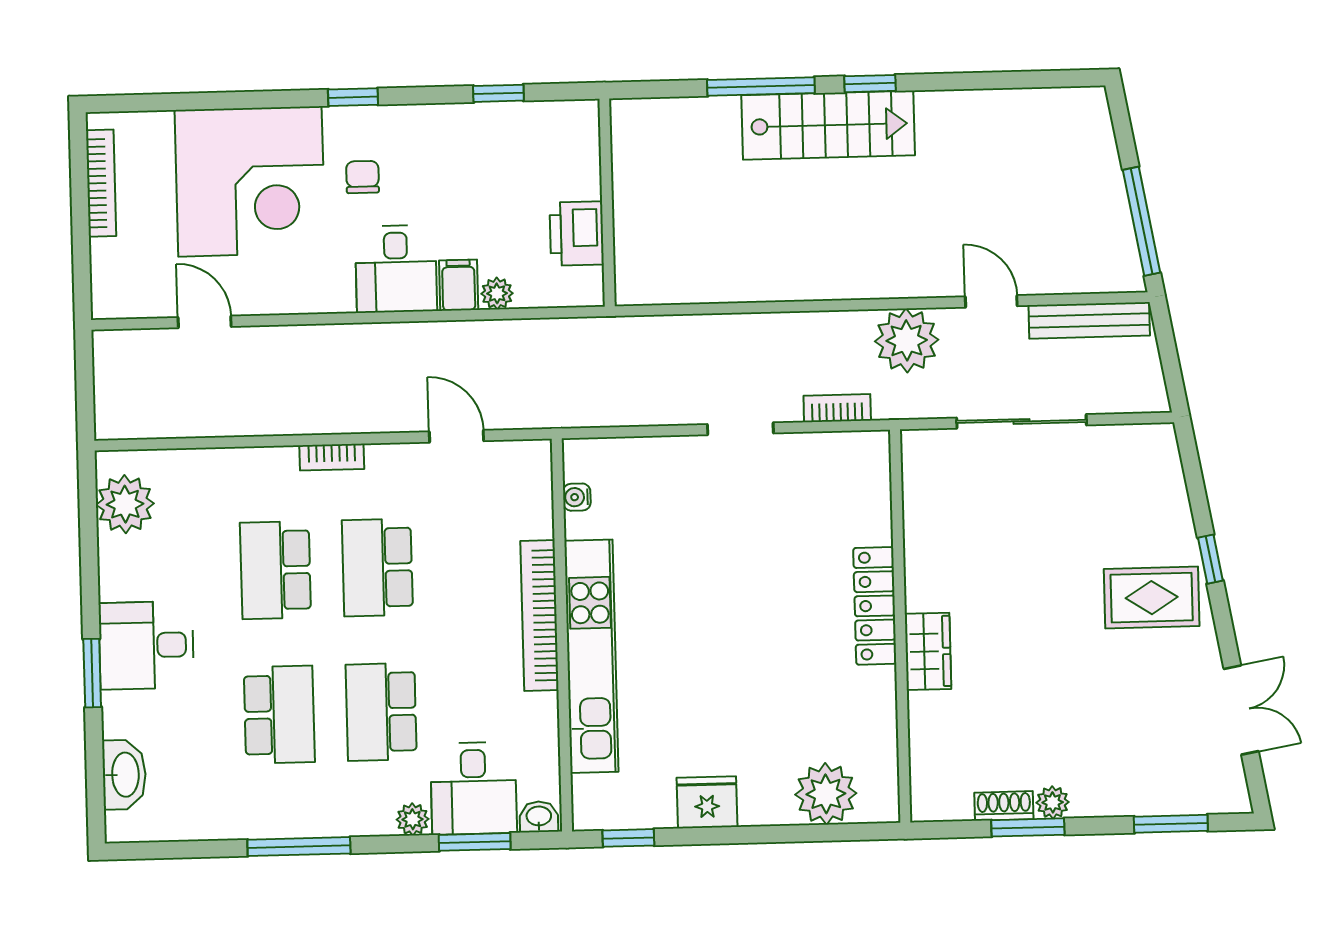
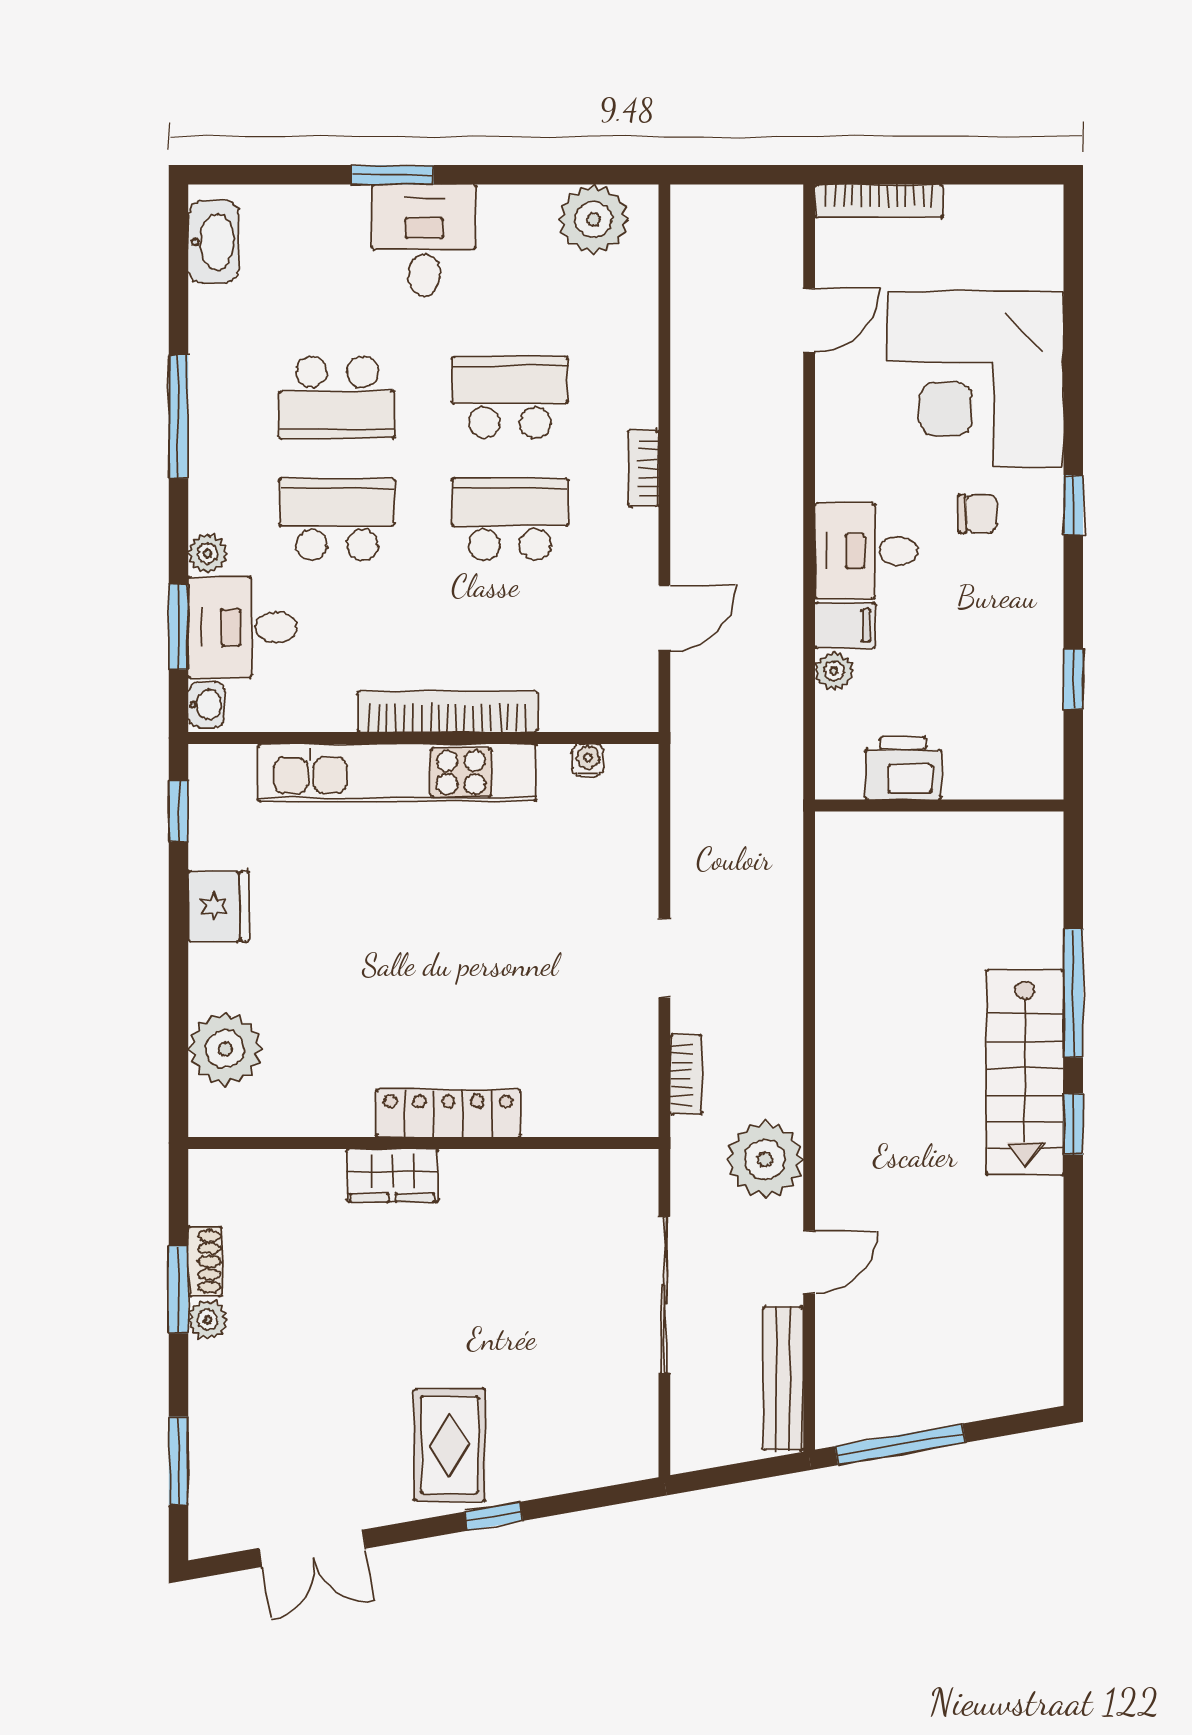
bookcase: (101, 183) -> (879, 201), moved
washbasin: (124, 775) -> (213, 242), moved, turned -90

